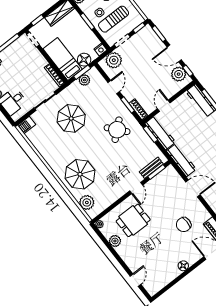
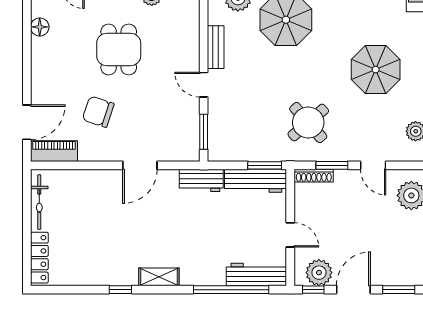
door: (164, 106) -> (290, 235), moved
workbench: (181, 160) -> (201, 180), width x0.73
bench: (151, 168) -> (216, 47), moved
dining table: (133, 220) -> (119, 49), moved
chair: (184, 225) -> (98, 112), turned -72
floor lamp: (183, 266) -> (40, 27), moved

